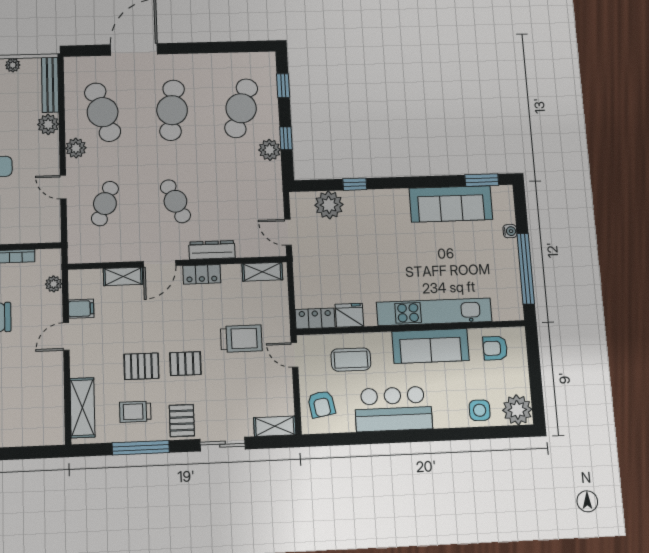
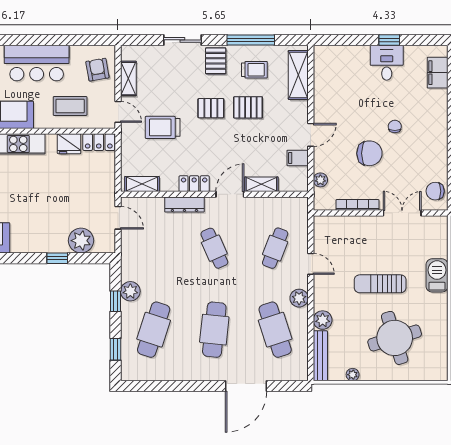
shelving: (275, 426) -> (128, 79), moved, turned 90

